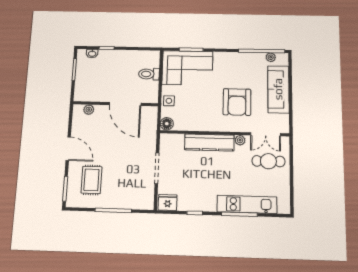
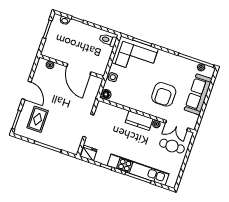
toilet: (149, 74) -> (108, 40), moved
kitchen counter: (209, 142) -> (139, 121), width x0.67
kitchen unit: (247, 204) -> (138, 170), width x1.36

